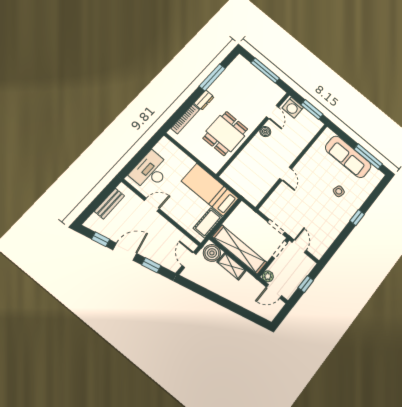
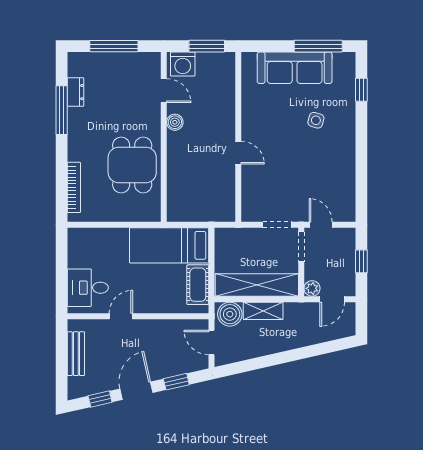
dresser: (204, 100) -> (76, 92), moved
desk: (150, 171) -> (88, 288), width x0.73
window: (357, 218) -> (361, 90), moved

